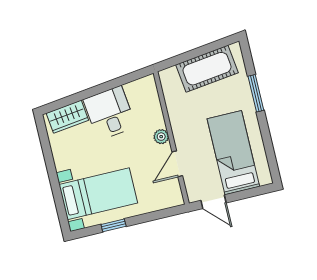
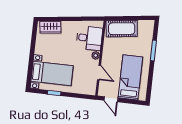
cot: (207, 69) -> (122, 29), moved
desk: (110, 113) -> (89, 38), moved, turned 97
door: (177, 164) -> (99, 73), swing flipped

